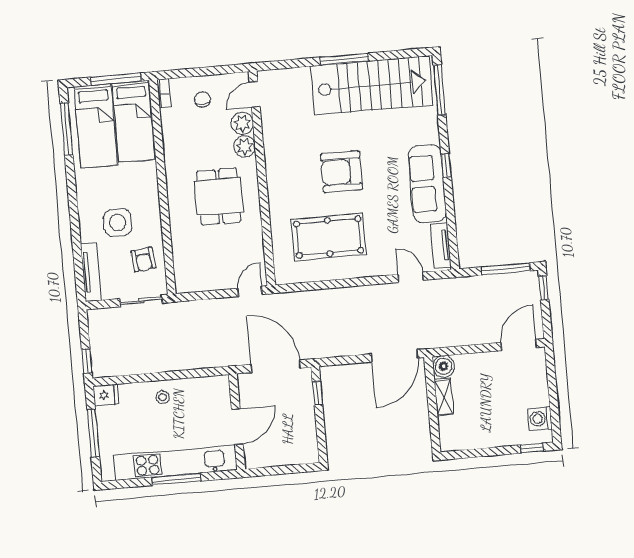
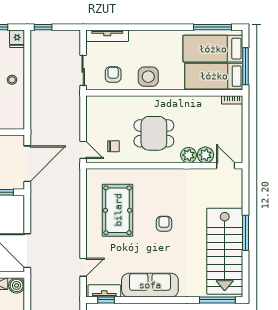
chair: (203, 99) -> (114, 146), moved
window: (446, 166) -> (106, 300), moved
armchair: (342, 172) -> (164, 224), width x0.53, depth x0.53
side table: (118, 222) -> (148, 77), moved
armchair: (143, 259) -> (113, 75), turned 97

